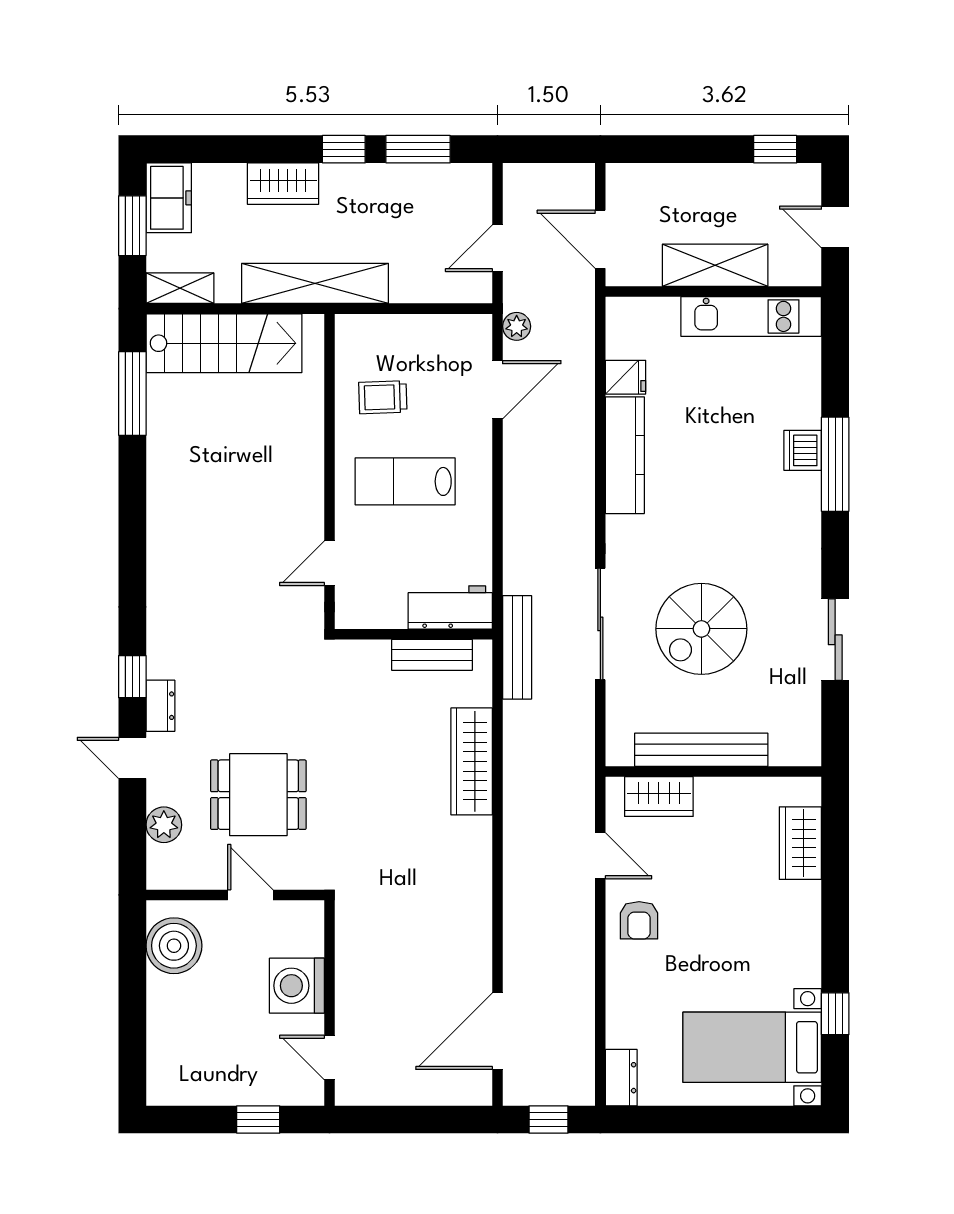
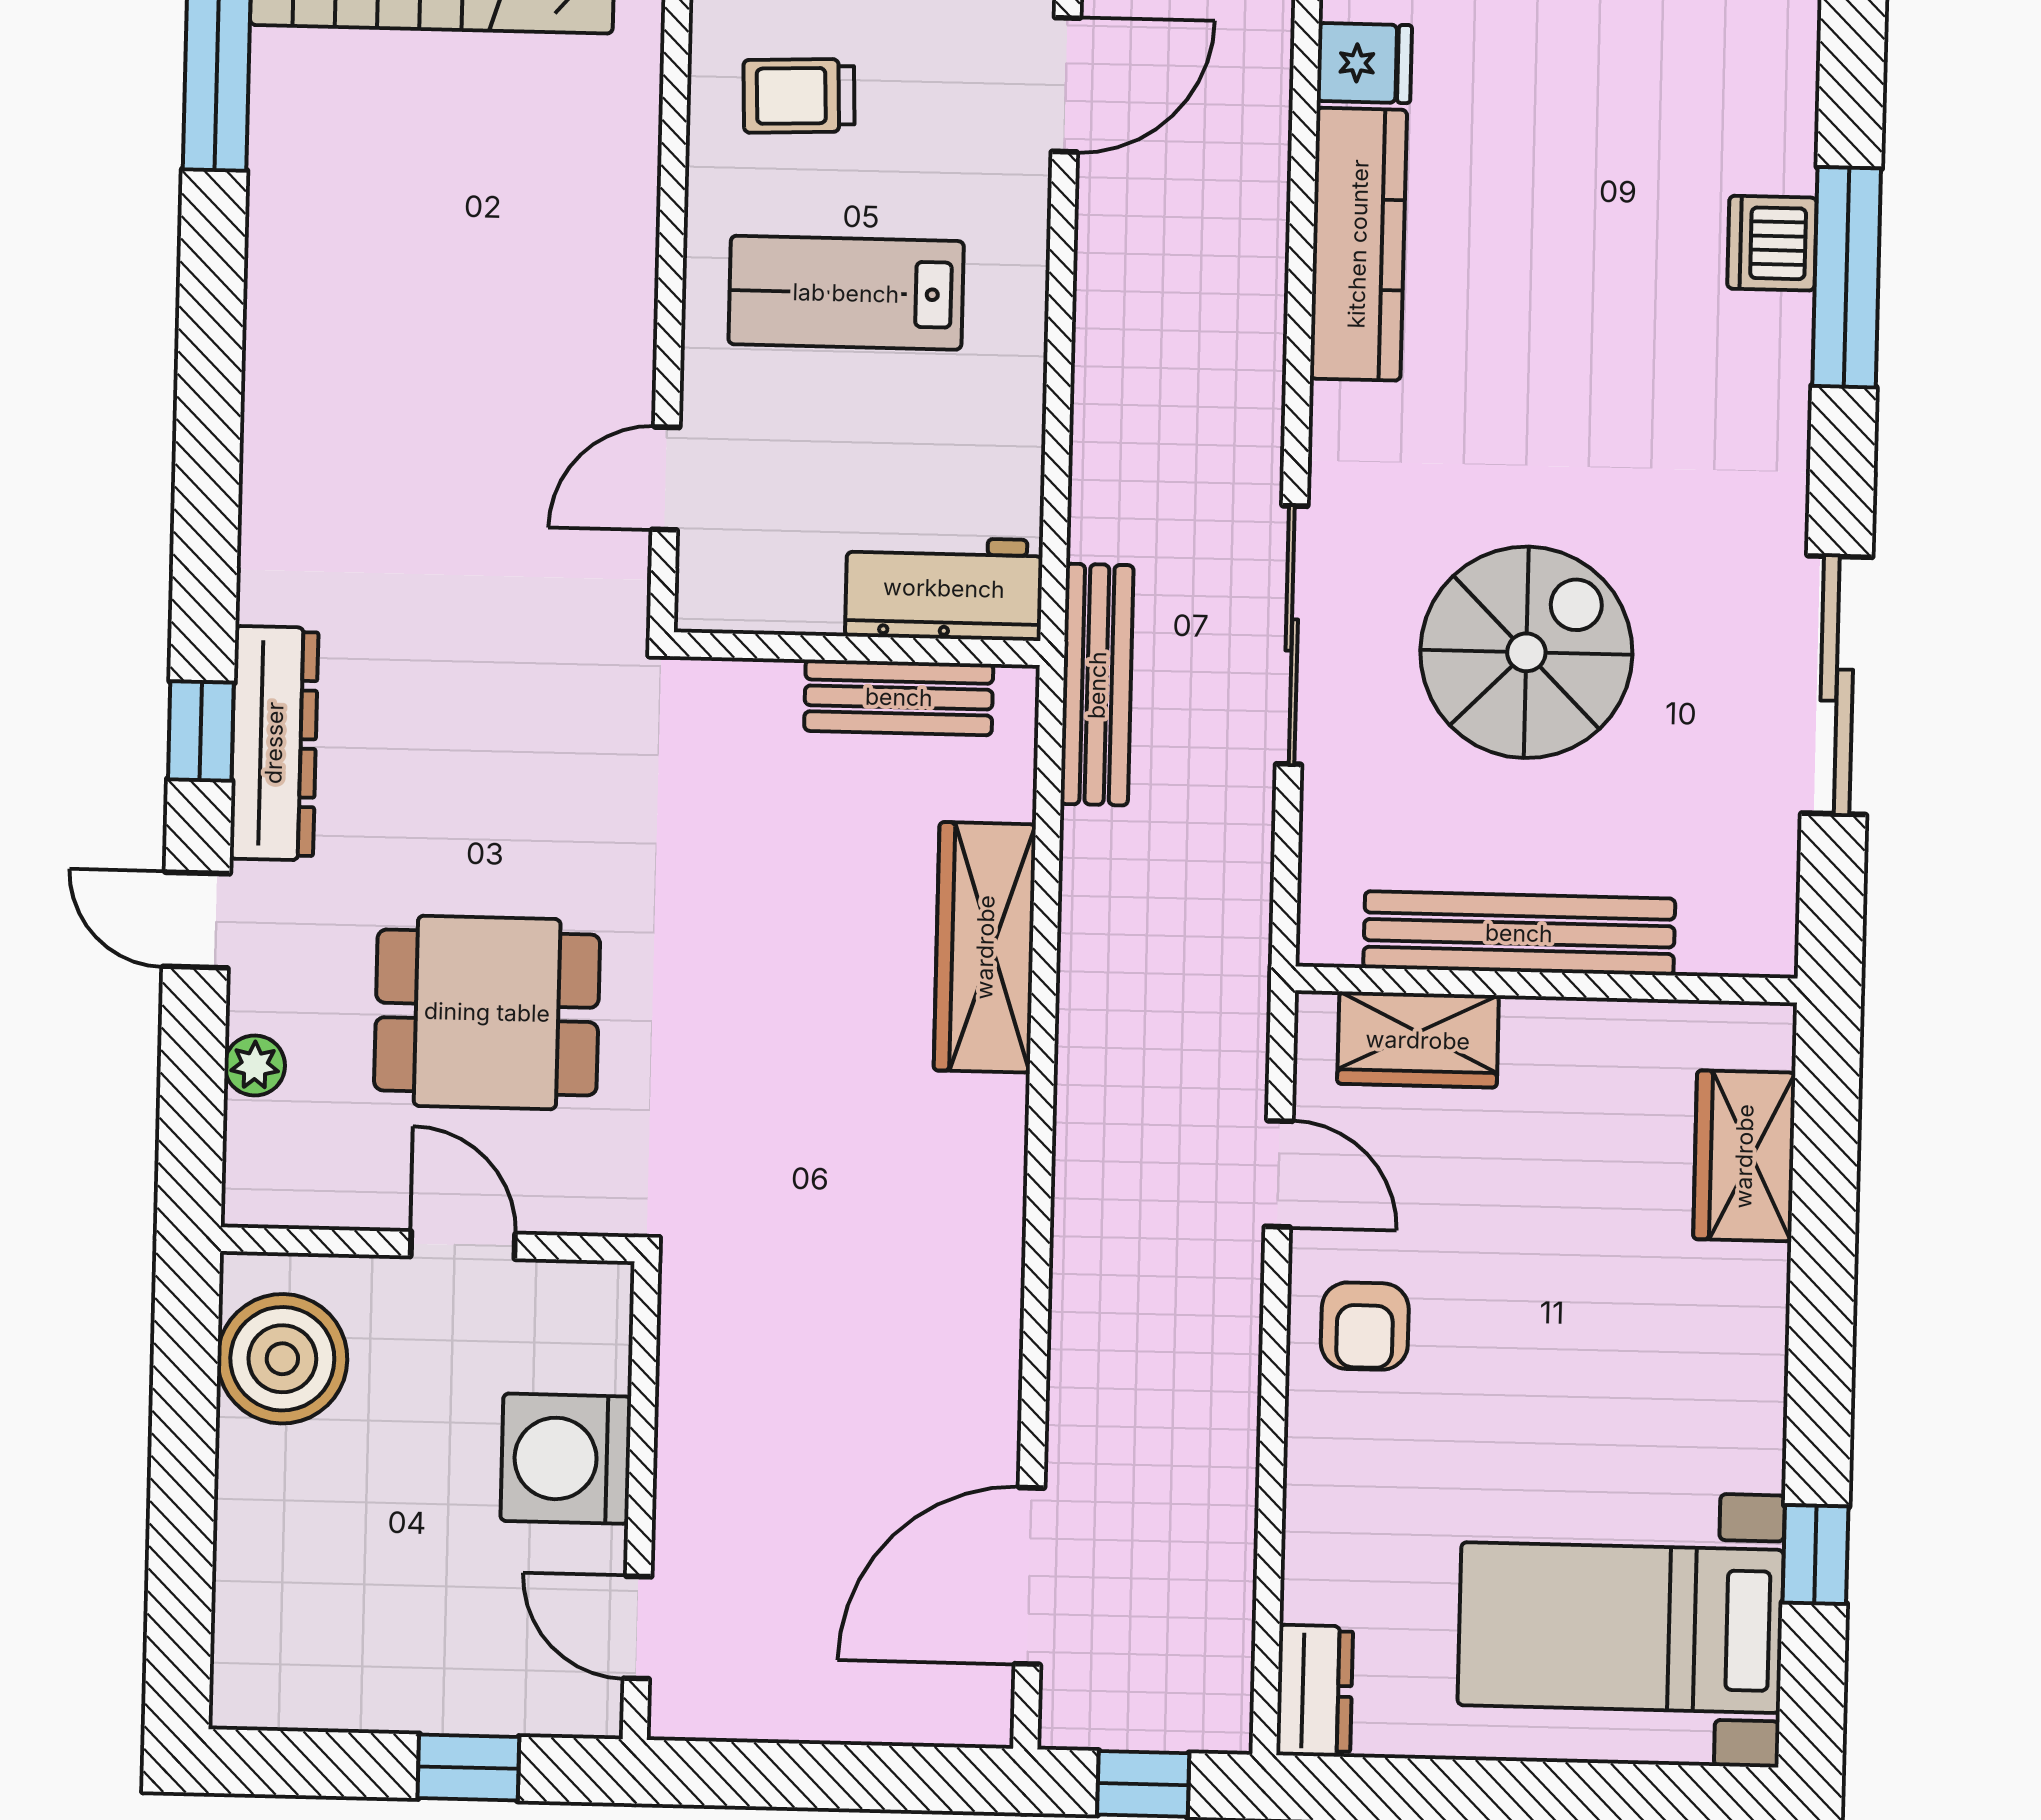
spiral stairs: (701, 629) -> (1526, 652), turned 180
sliding door: (835, 640) -> (1837, 685), width x1.37
dresser: (160, 706) -> (274, 743), width x1.96, depth x1.24
plant: (164, 825) -> (255, 1065), width x0.73, depth x0.73

